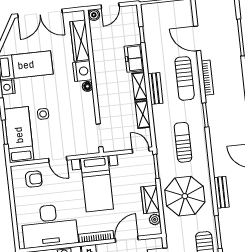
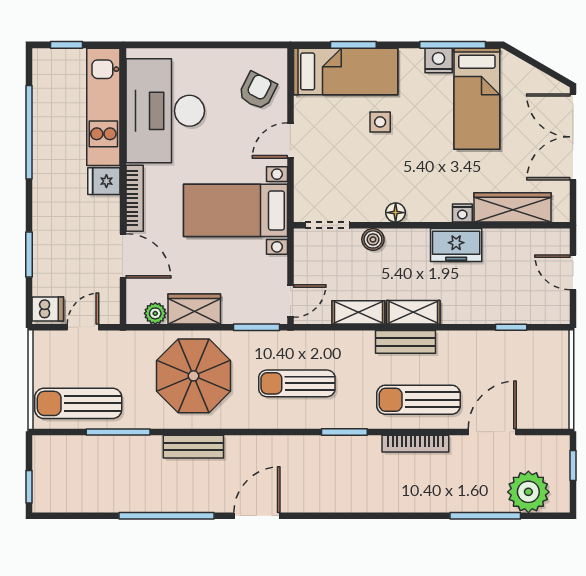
boiler: (94, 15) -> (373, 239), moved
plant: (226, 16) -> (528, 492), added
freezer: (134, 58) -> (456, 245), moved, turned 180
nightstand: (82, 71) -> (462, 213), width x0.53, depth x0.56
floor lamp: (87, 86) -> (396, 213), moved
sun lounger: (183, 142) -> (297, 383), turned 180
armchair: (34, 179) -> (258, 91), turned -153

